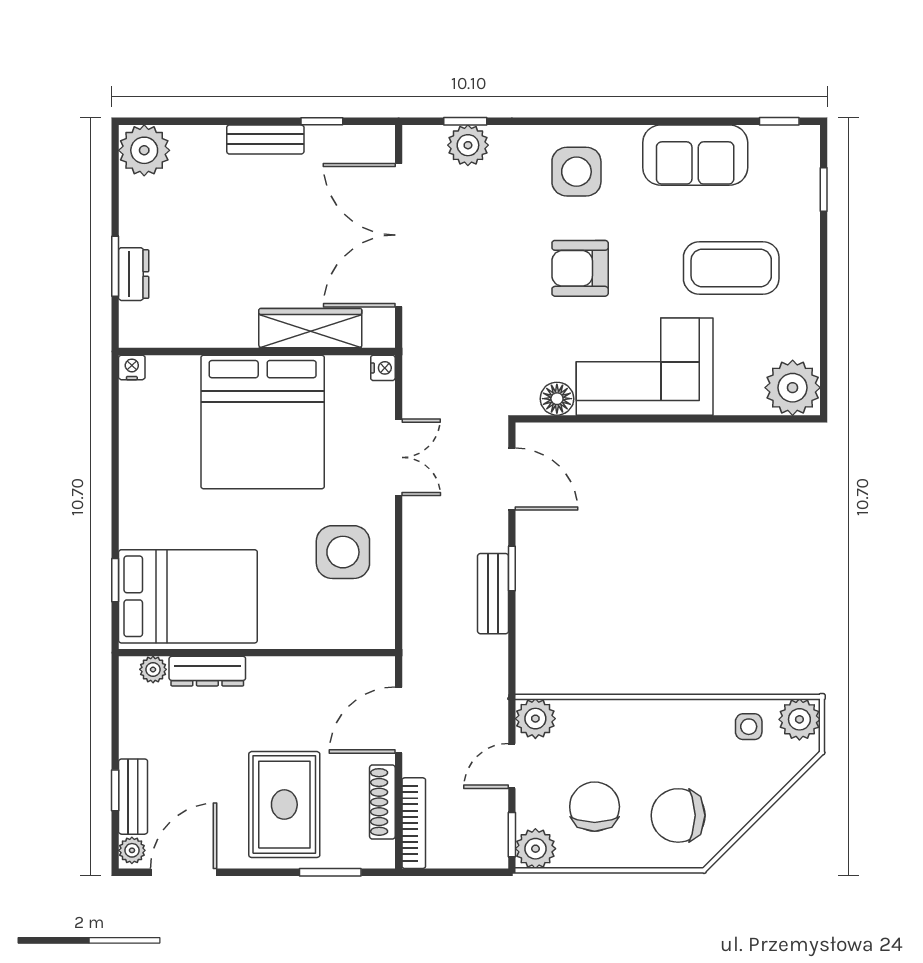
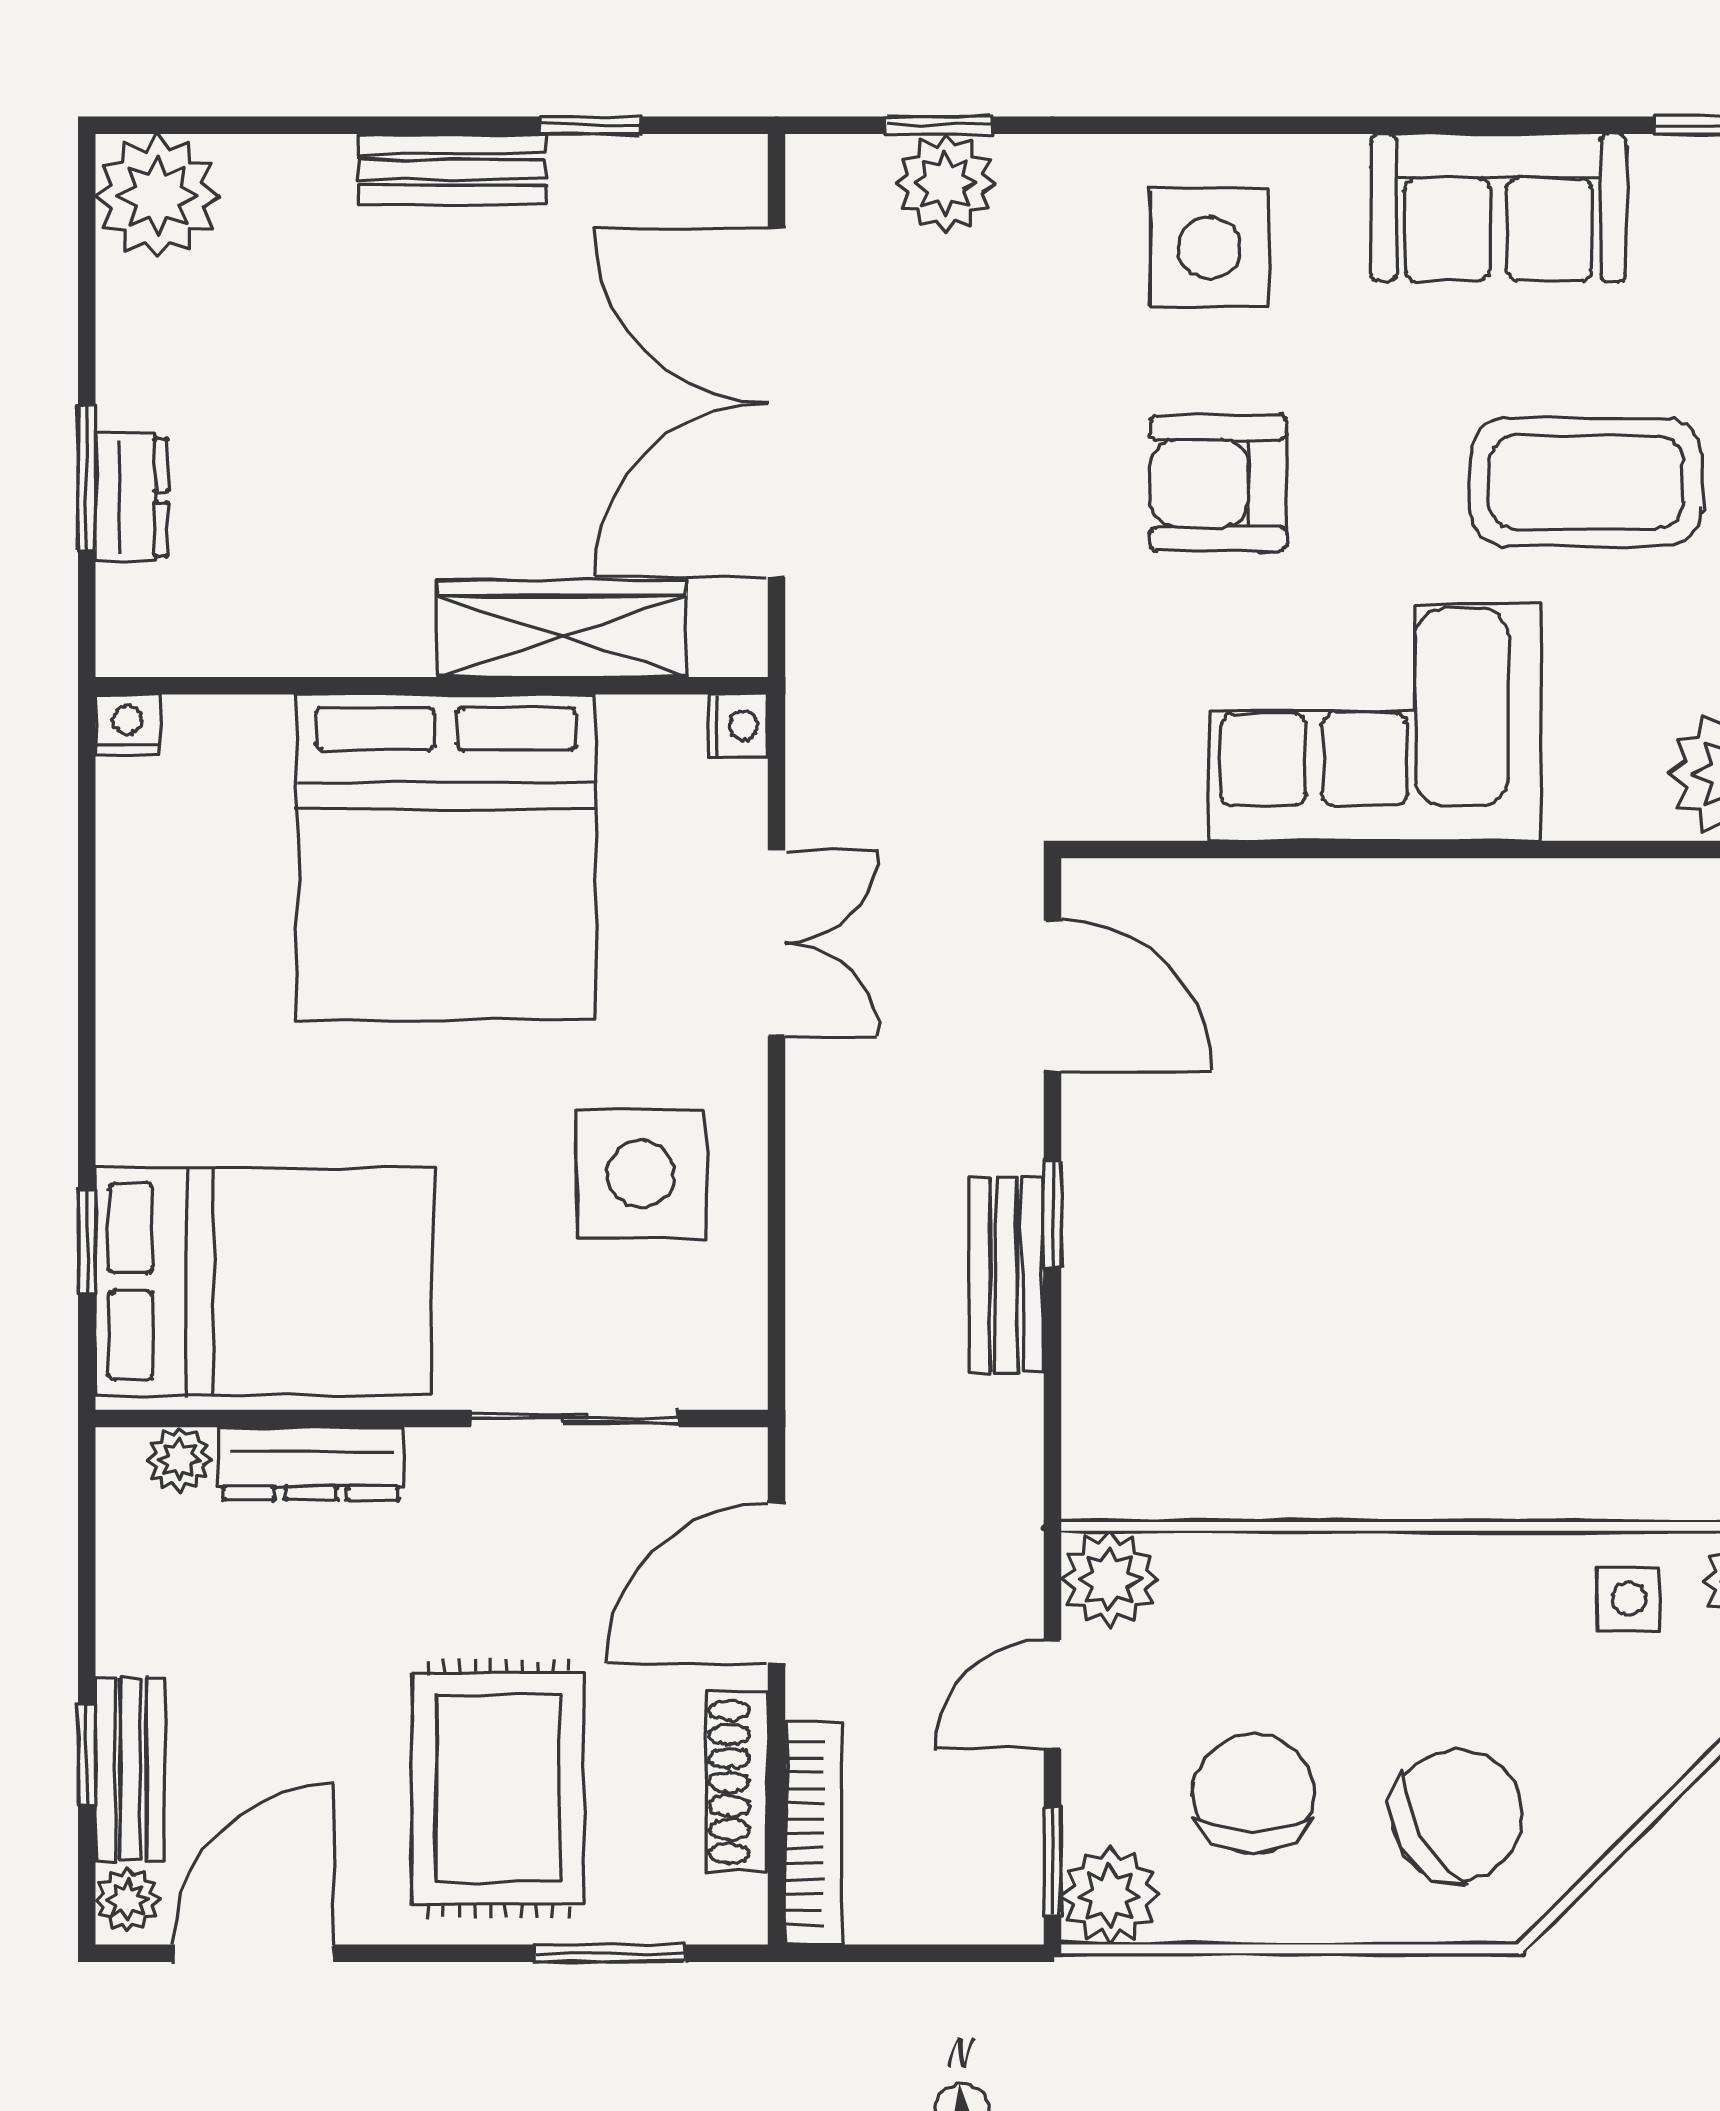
floor lamp: (557, 399) -> (1162, 800), removed
sliding door: (316, 653) -> (575, 1419), added
chair: (678, 815) -> (1457, 1815), turned 151

